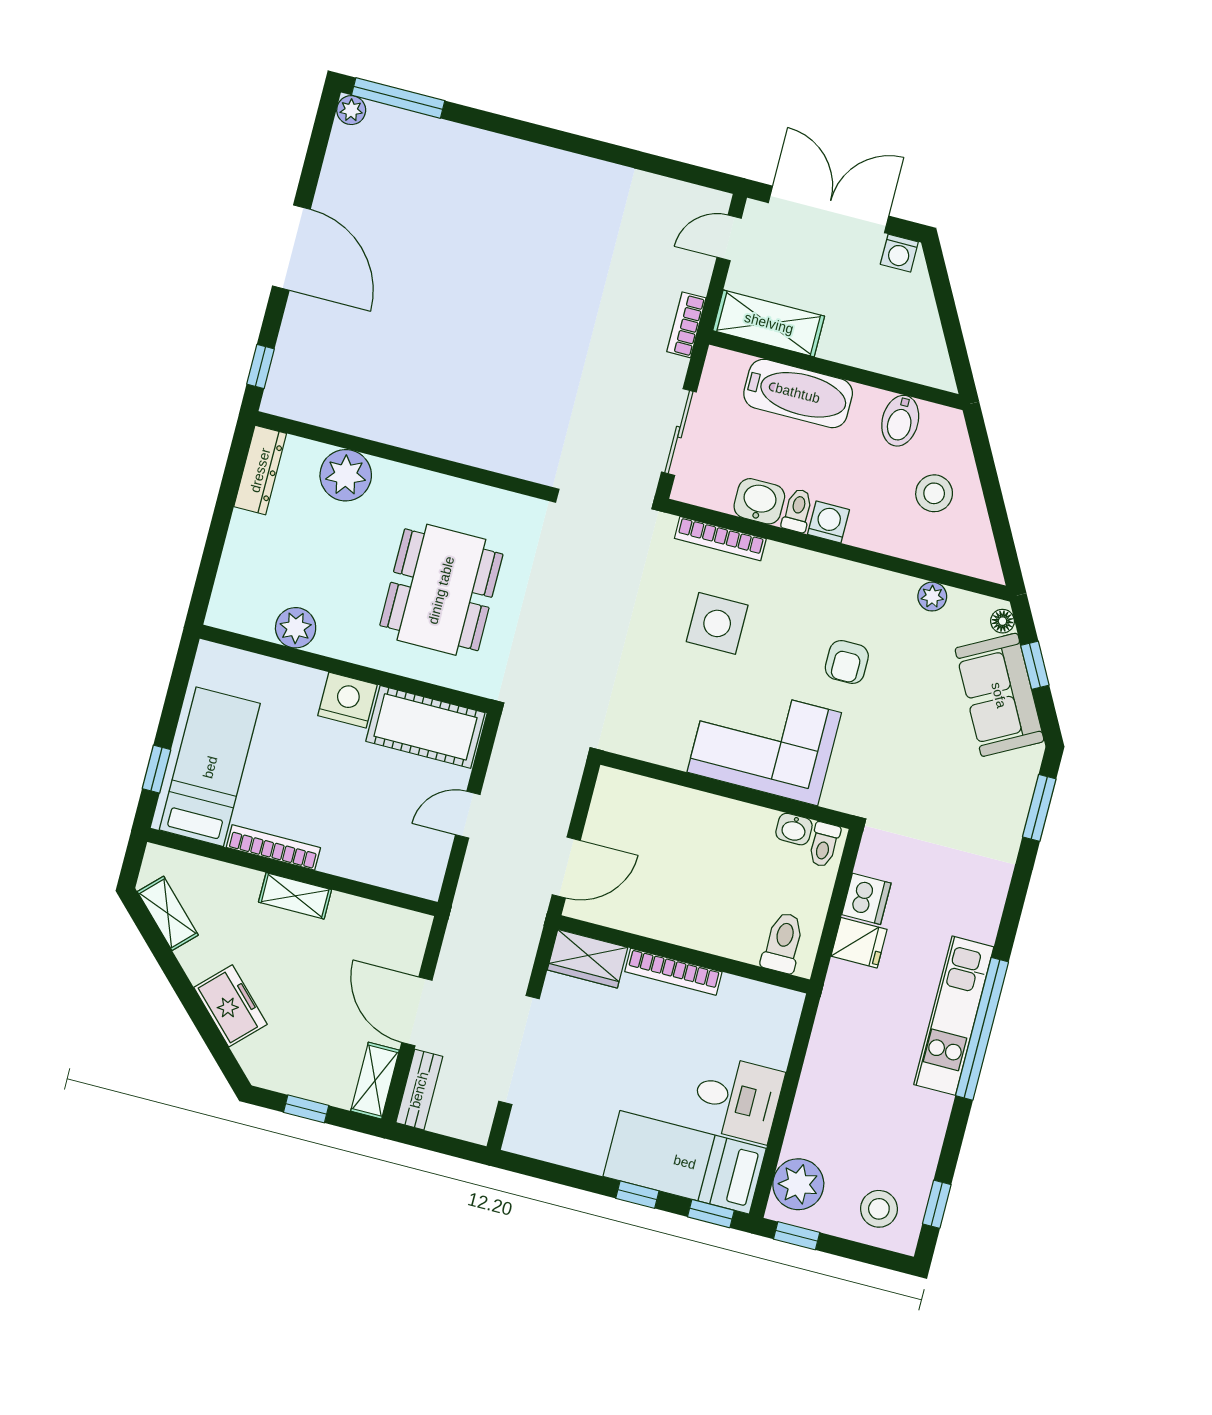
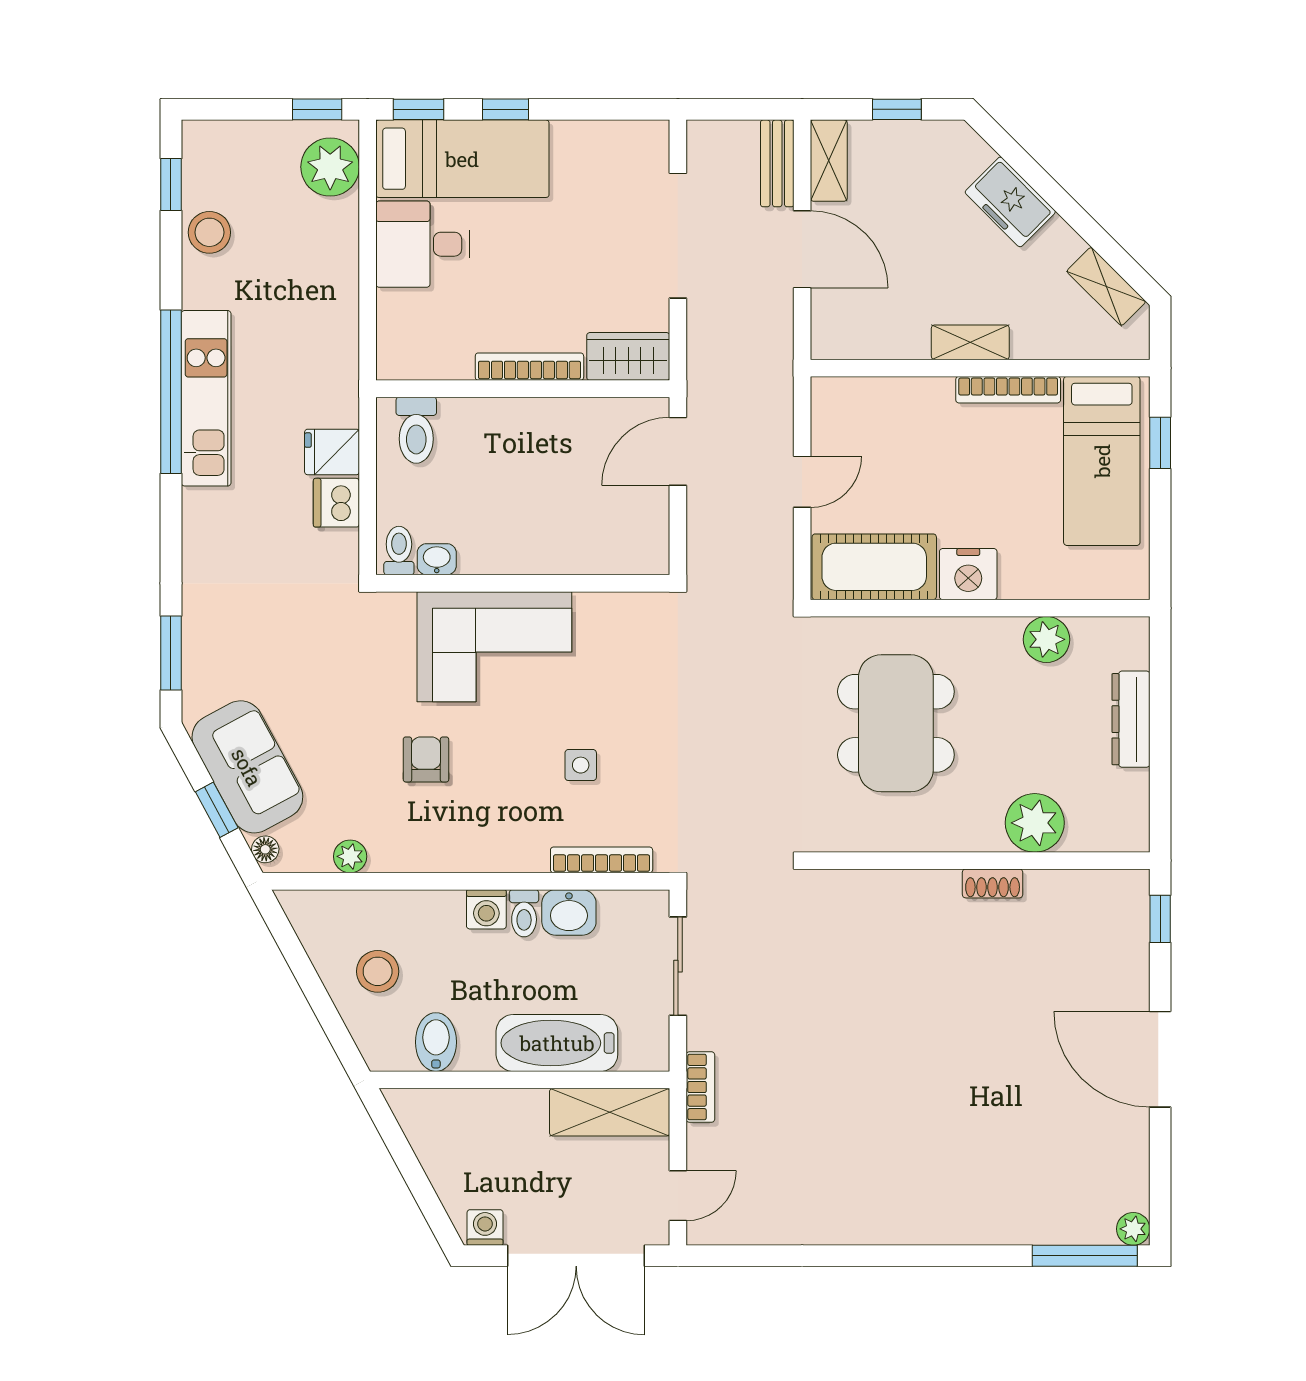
shoe rack: (395, 433) -> (993, 883), added
dresser: (260, 470) -> (1131, 719), moved
side table: (717, 623) -> (581, 765), width x0.54, depth x0.54
stool: (879, 1209) -> (209, 232), moved

